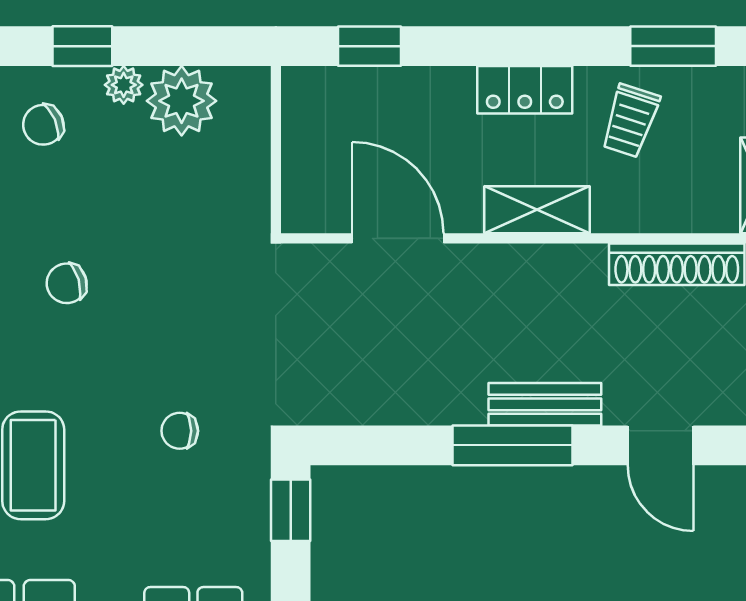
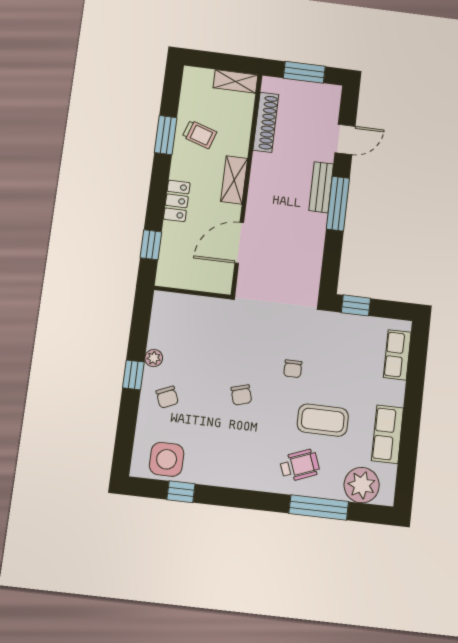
window: (673, 46) -> (166, 135), moved
locker: (525, 90) -> (177, 201), moved
plant: (182, 101) -> (164, 332), removed
chair: (180, 431) -> (293, 369), moved

